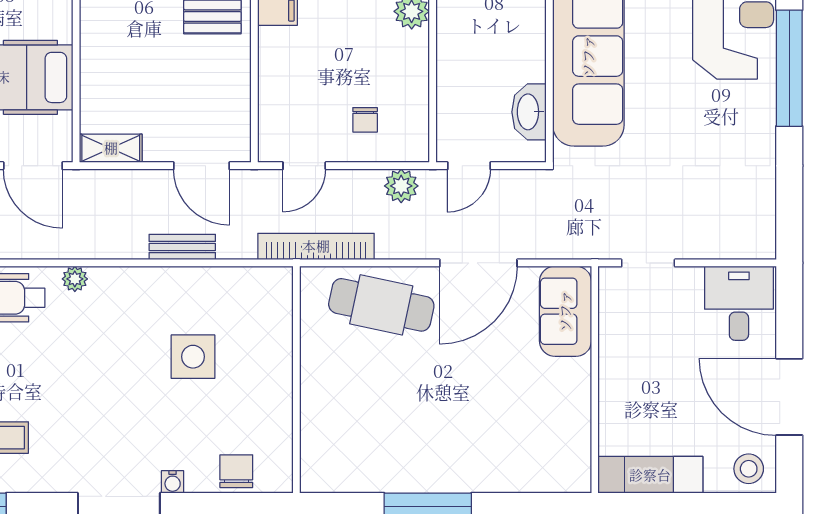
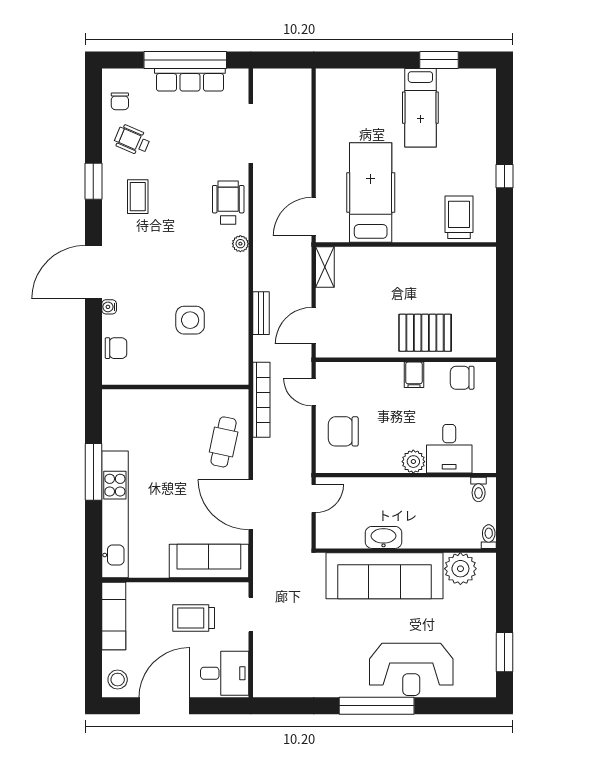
washbasin: (529, 112) -> (383, 537), moved
chair: (365, 120) -> (343, 431), width x1.87, depth x1.87
door: (469, 166) -> (314, 499), swing flipped
plant: (401, 186) -> (301, 455), removed
cafe table: (381, 305) -> (224, 442), width x0.73, depth x0.74
sofa: (565, 311) -> (209, 561), width x1.36
trolley: (654, 351) -> (194, 618), added
kitchen unit: (493, 473) -> (115, 514), added

